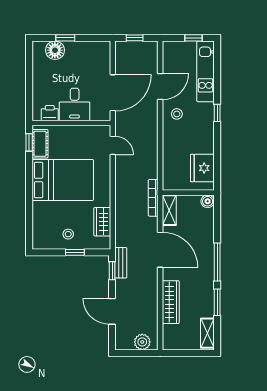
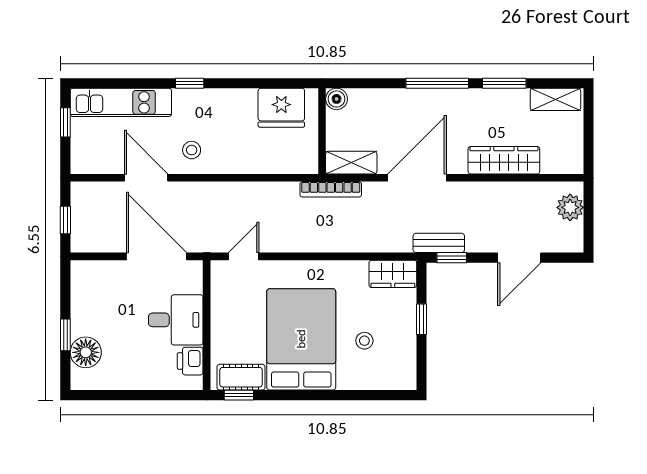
wardrobe: (102, 222) -> (393, 274), moved
stool: (68, 234) -> (364, 341), moved

